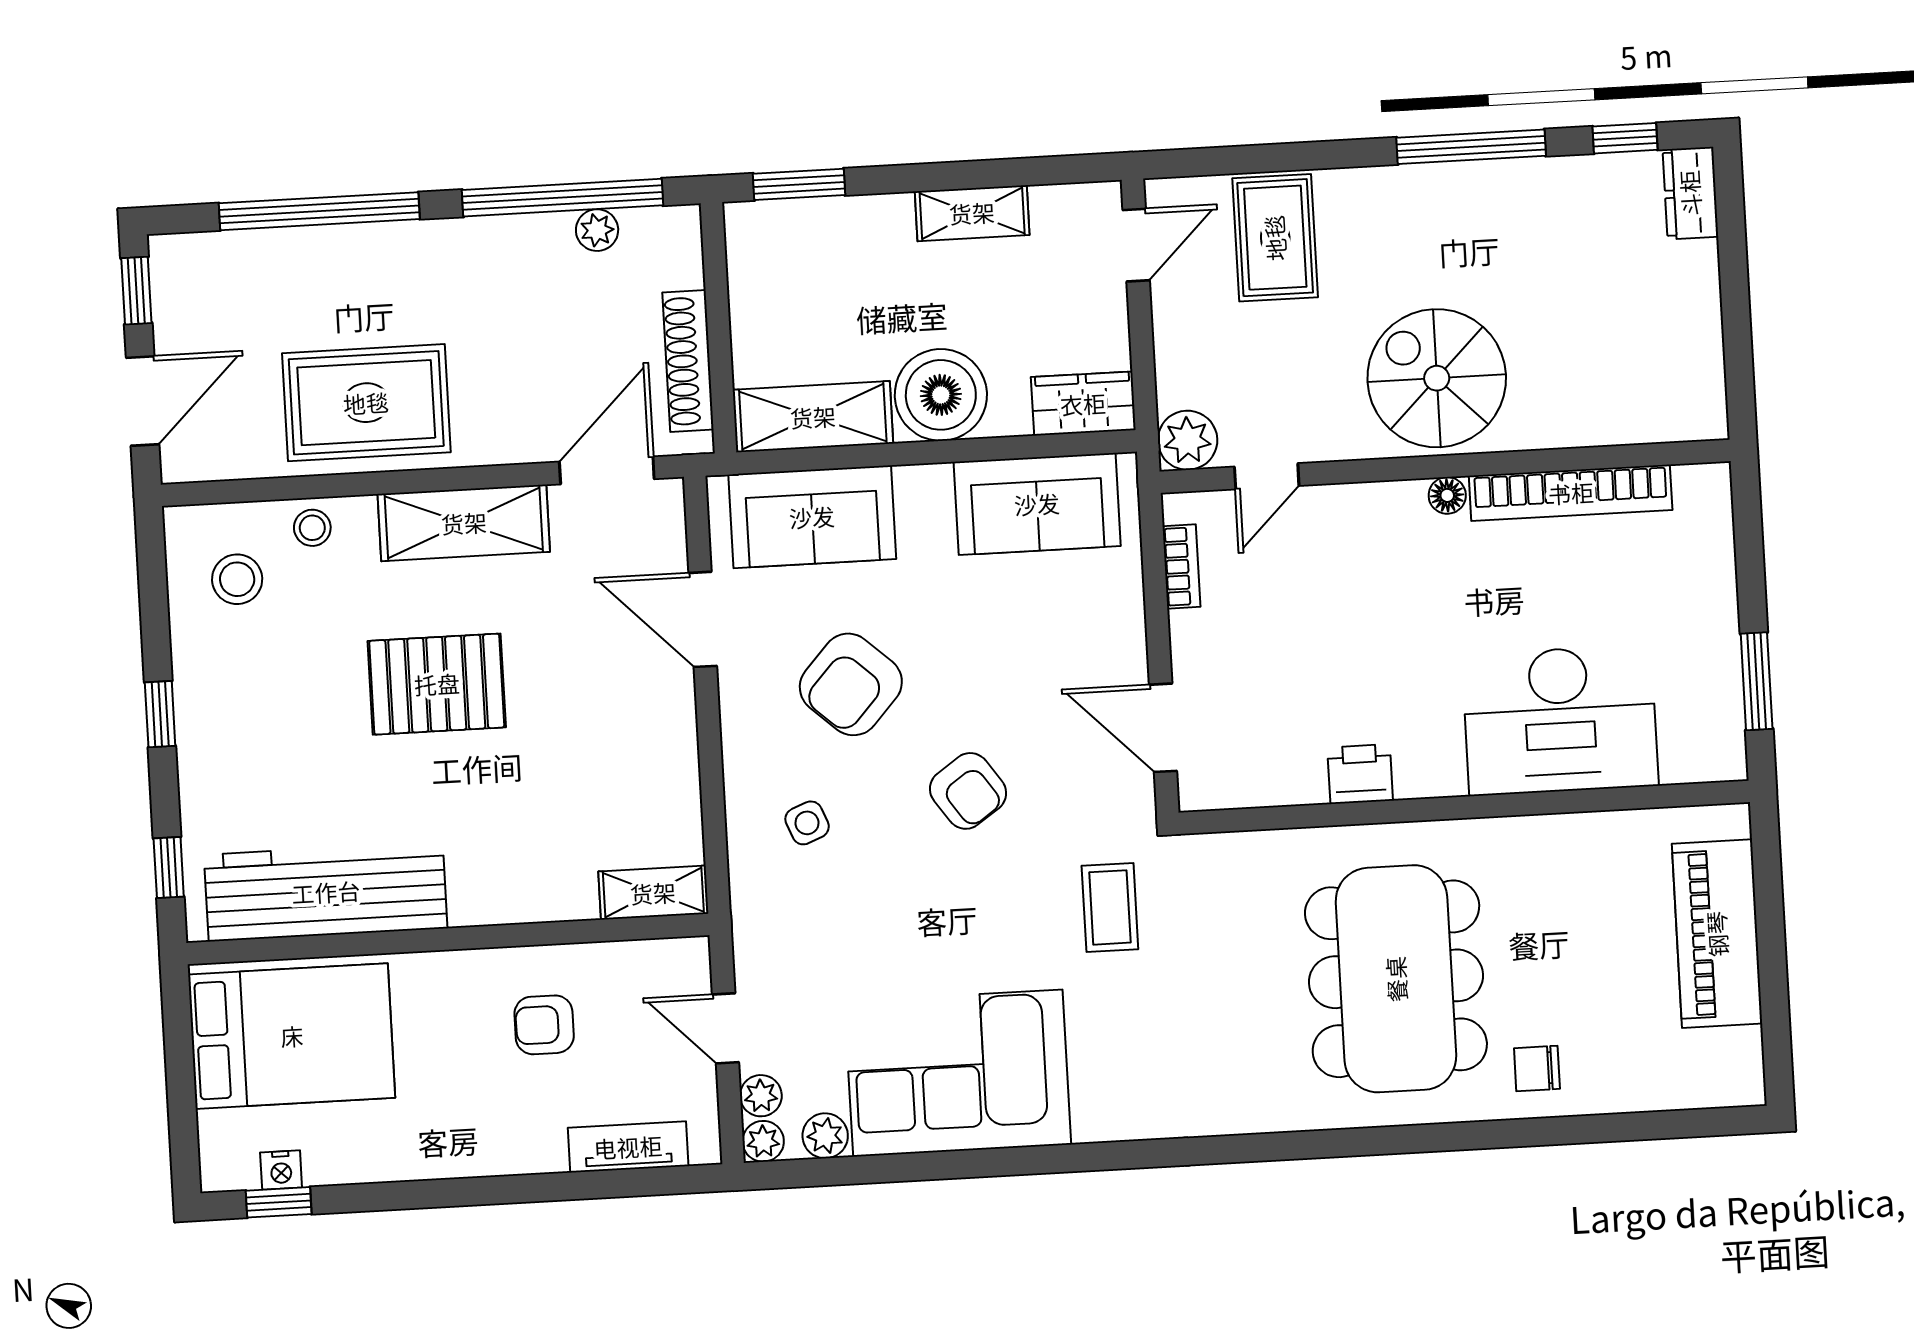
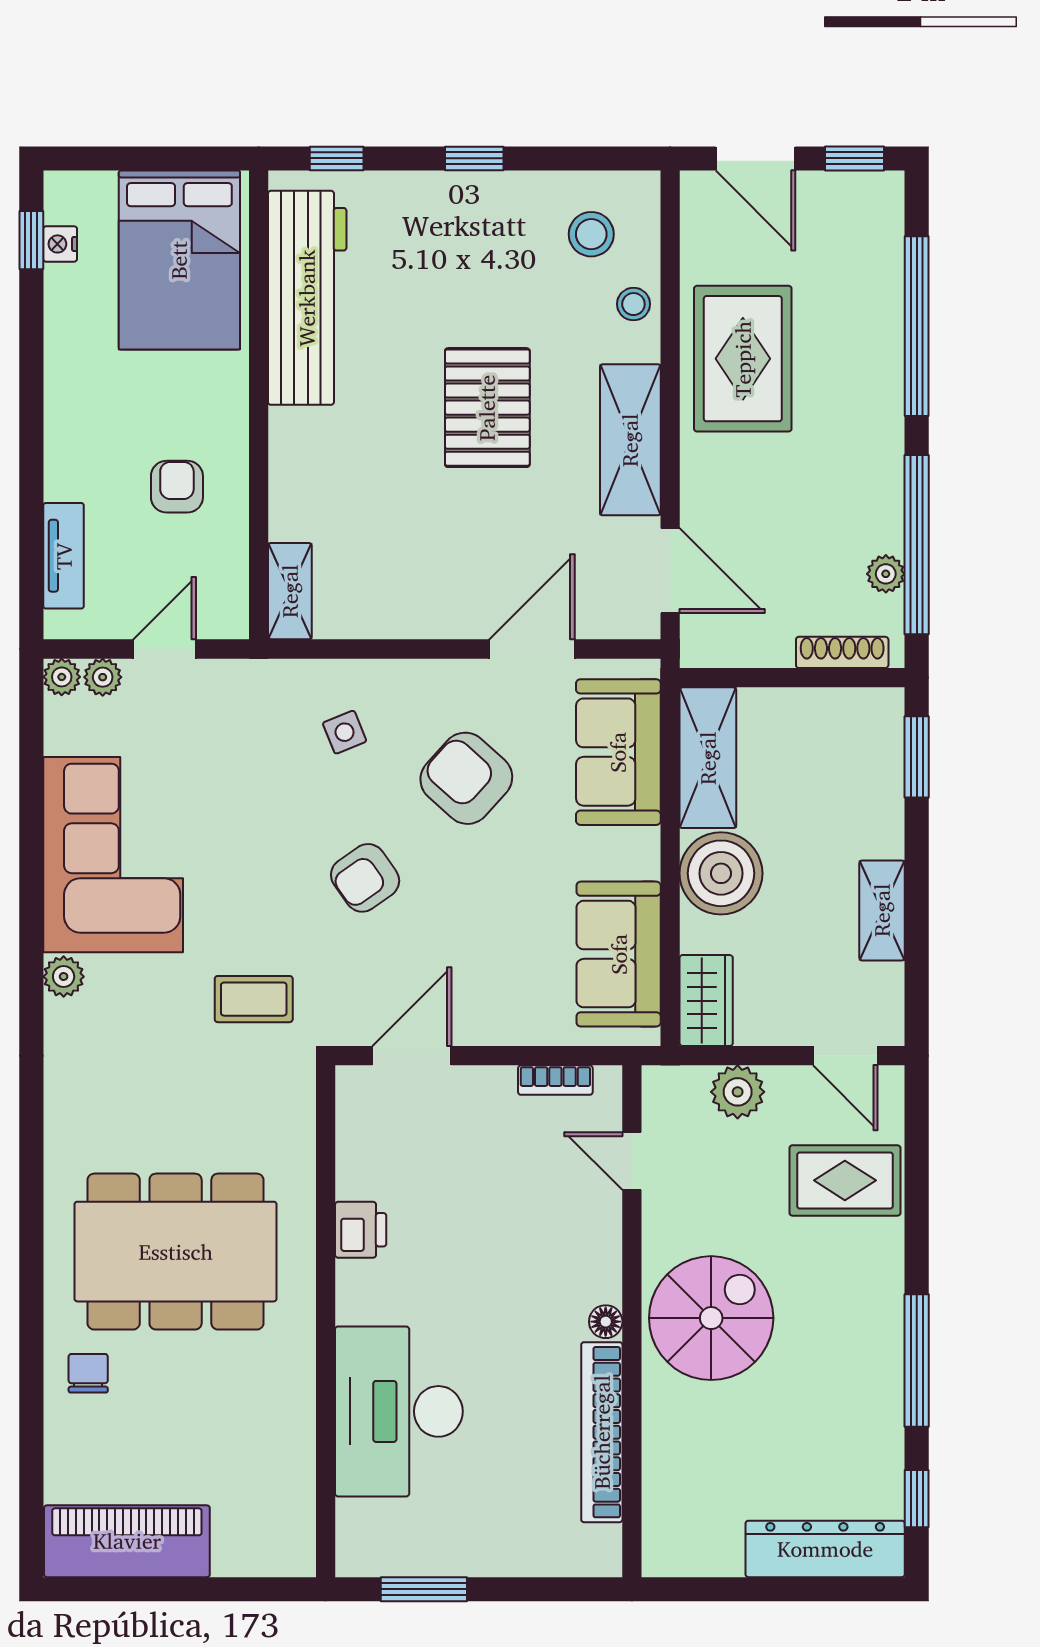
dresser: (1690, 193) -> (825, 1549), width x1.96, depth x1.24
shoe rack: (688, 361) -> (842, 652), moved, width x0.74, depth x0.81
plant: (1187, 440) -> (738, 1092), moved
piano: (1717, 934) -> (127, 1541), moved
plant: (825, 1136) -> (64, 977), moved

